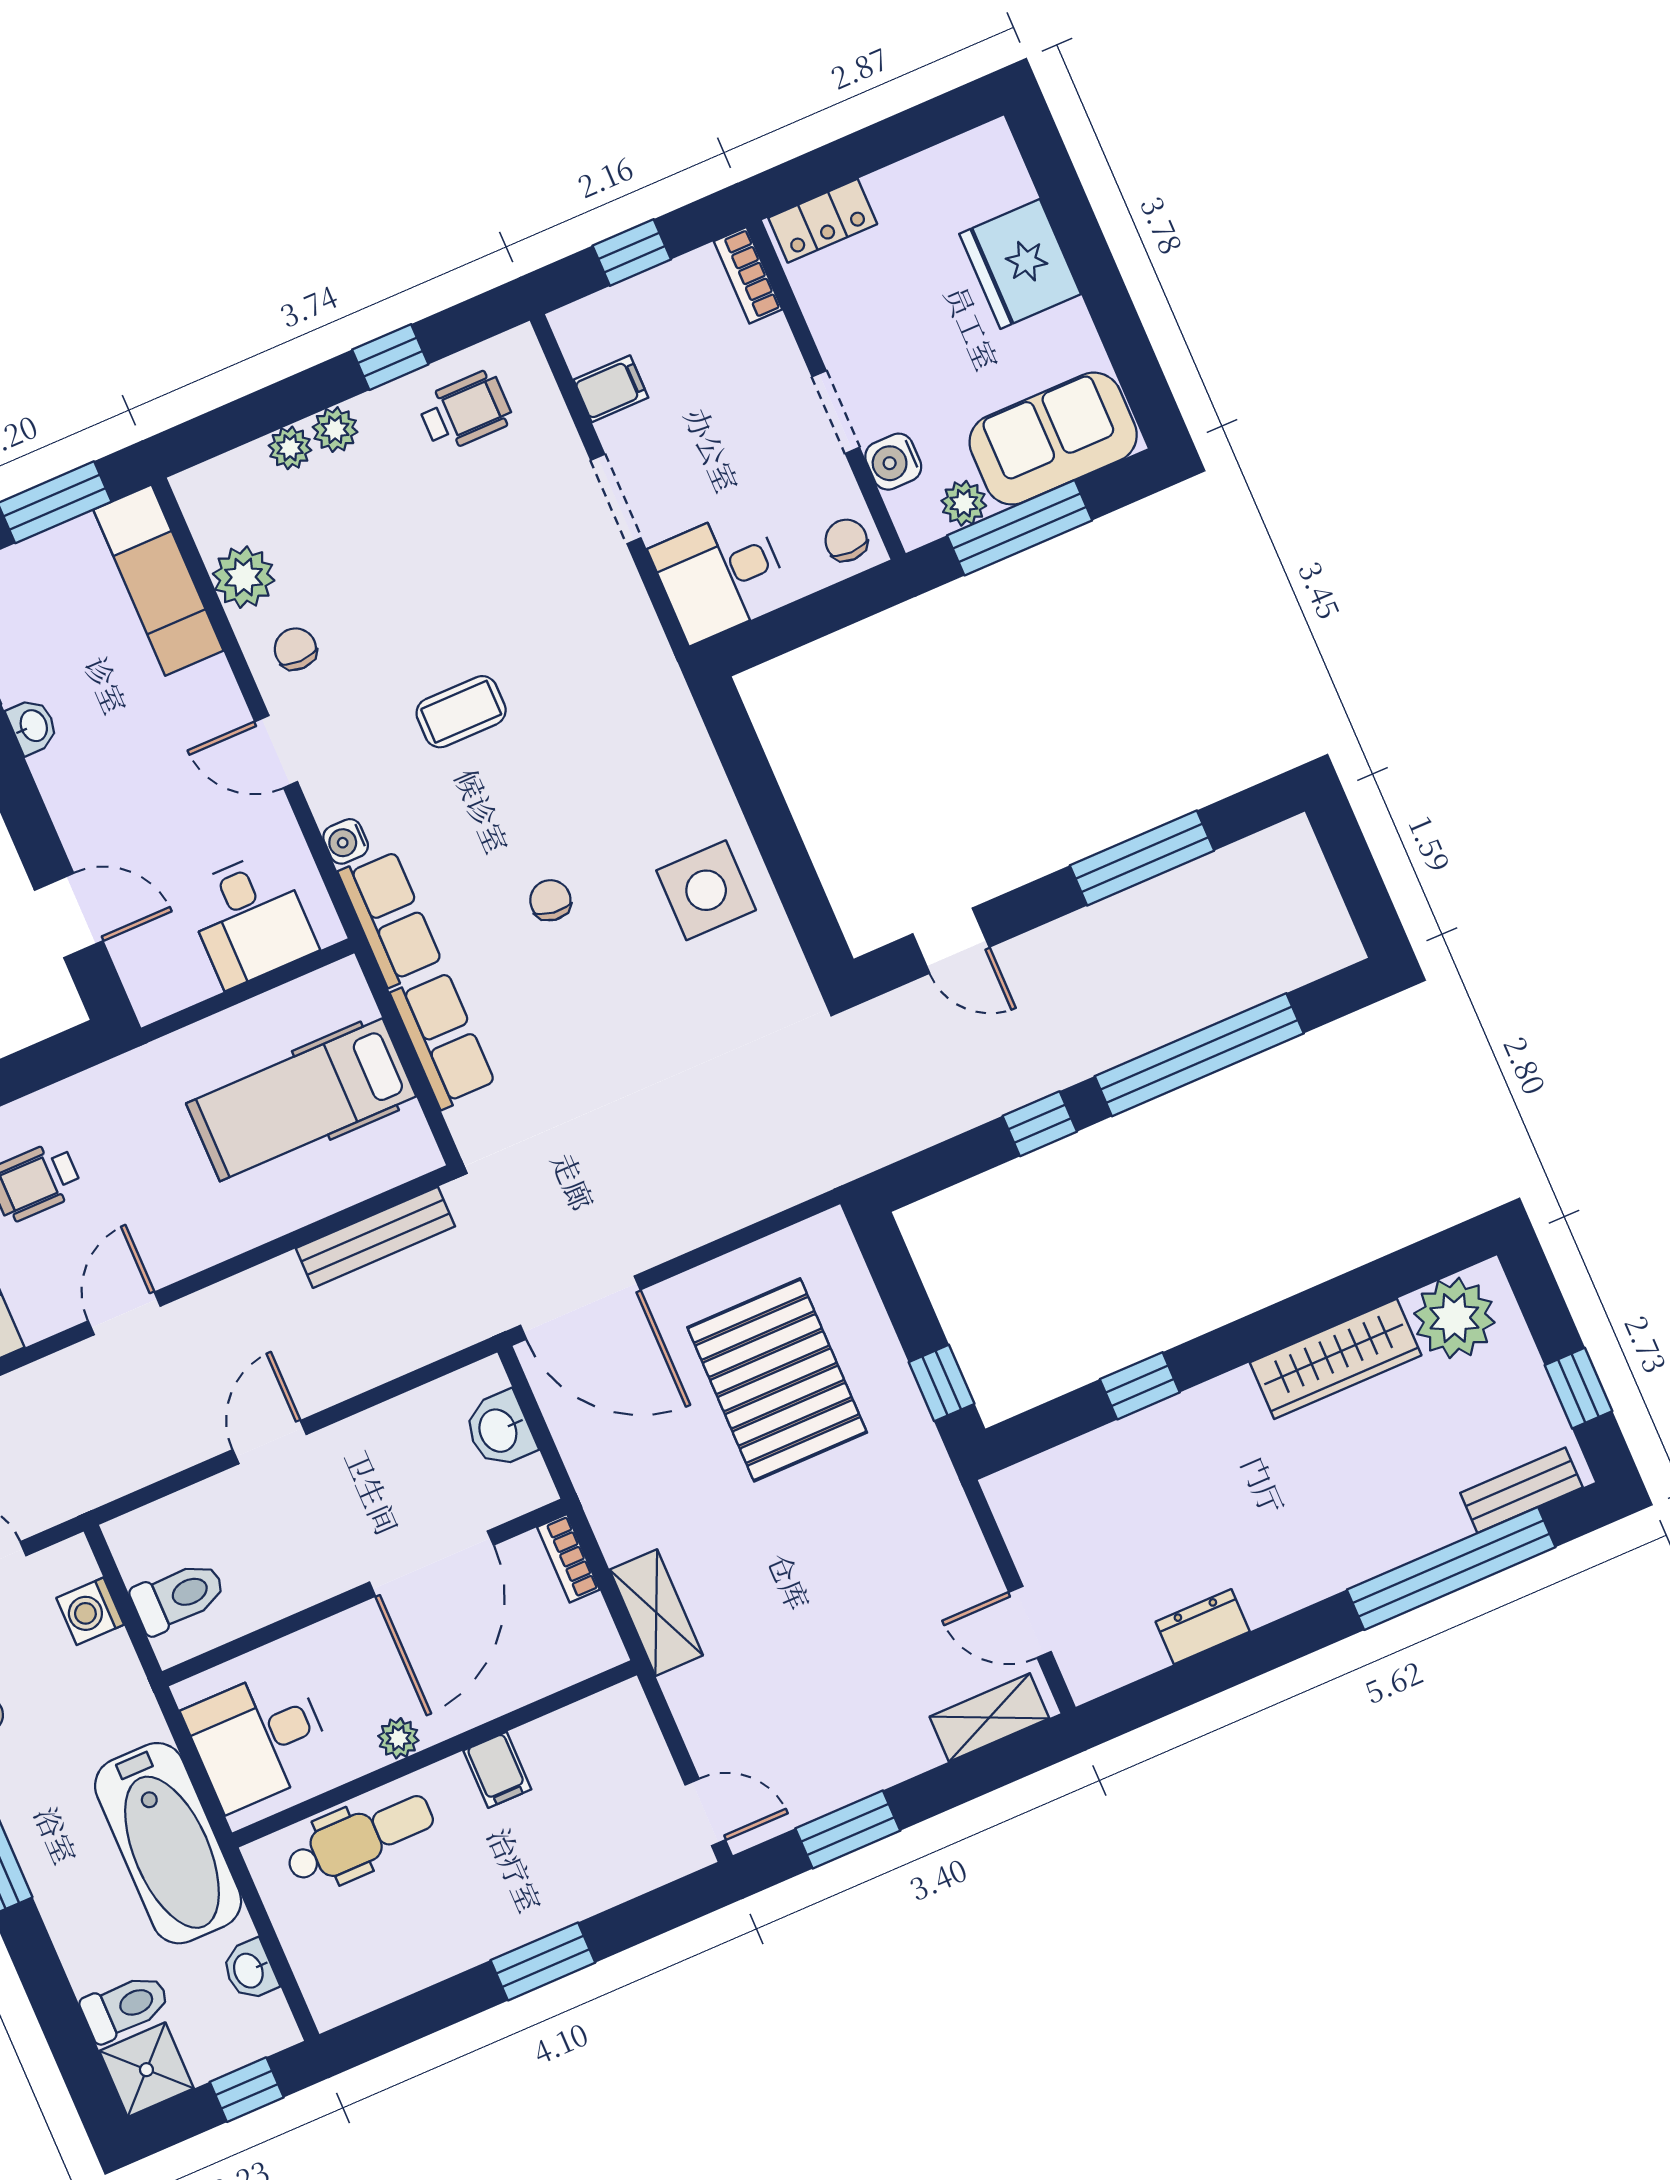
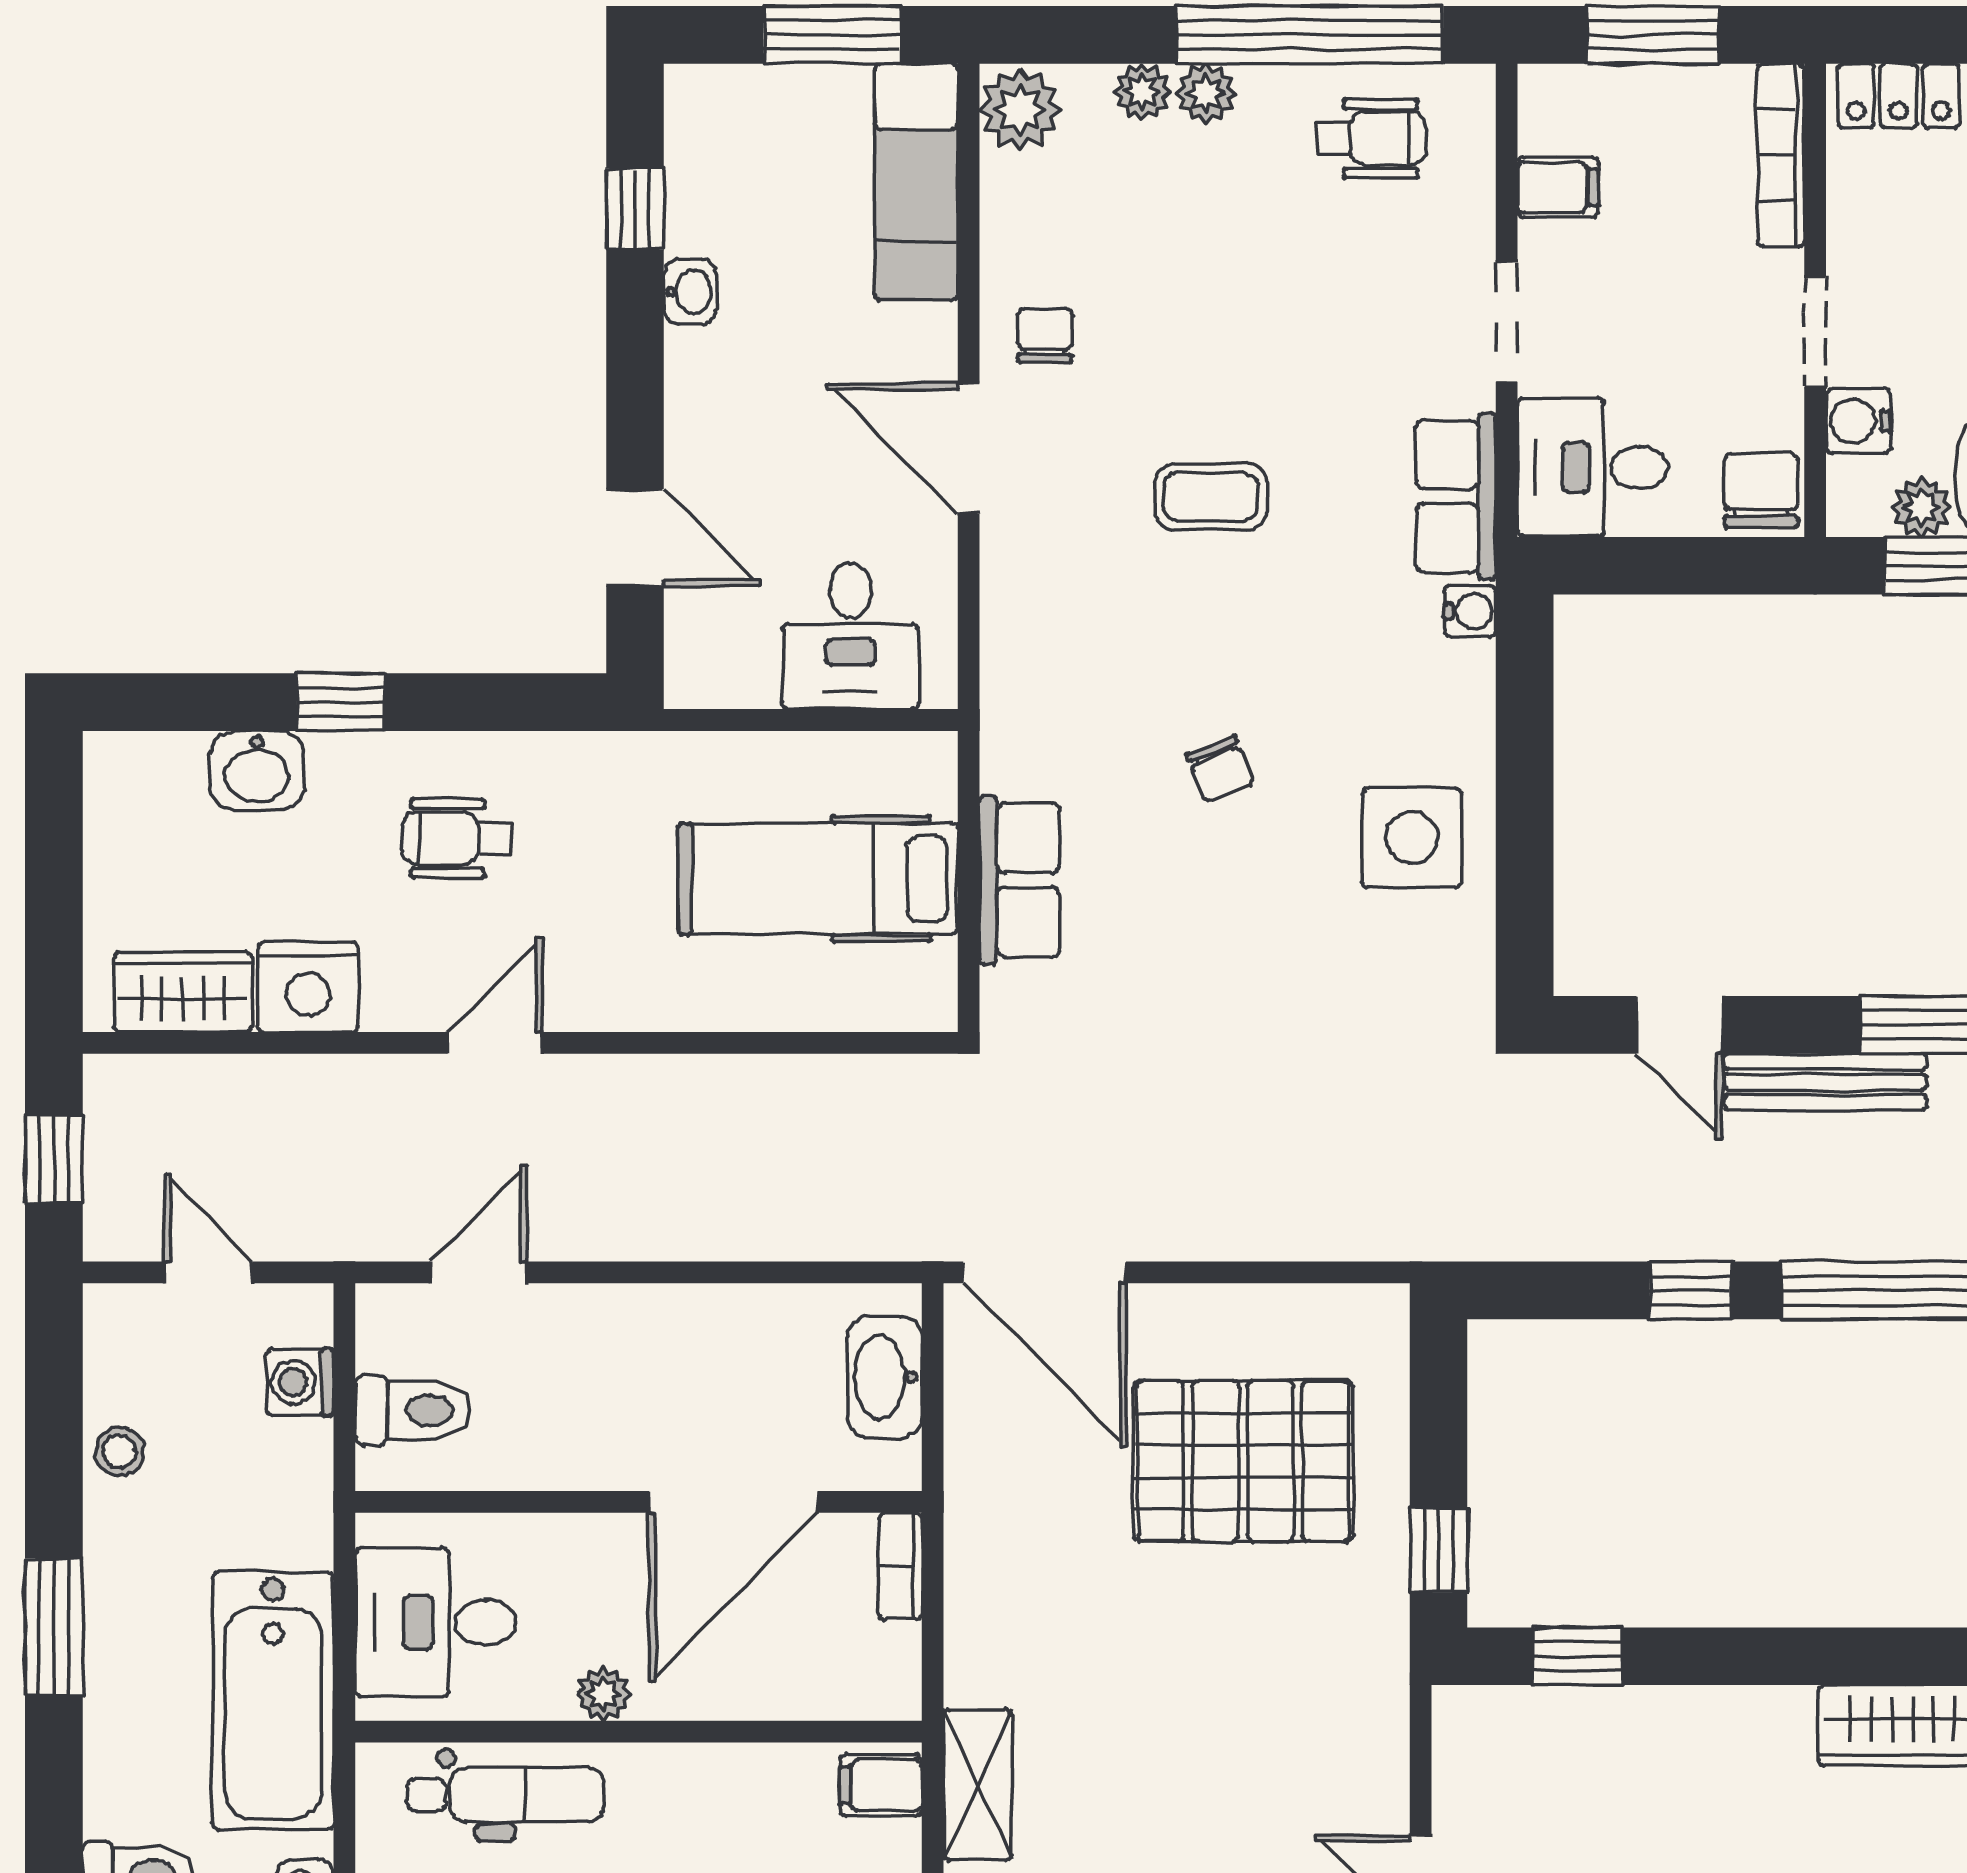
window: (632, 253) -> (1653, 35), width x1.50
bookcase: (748, 275) -> (1781, 155), width x1.56
window: (390, 357) -> (1310, 35), width x3.17
chair: (846, 540) -> (1761, 491), width x1.37, depth x1.37
plant: (244, 577) -> (1020, 109), moved
door: (276, 752) -> (969, 449), width x1.38
water cooler: (346, 841) -> (1470, 611), moved, turned 180
chair: (550, 900) -> (1220, 769), turned 150
row of seats: (390, 918) -> (1456, 496), moved, turned 180
bench: (375, 1237) -> (1825, 1082), moved
pallet: (777, 1380) -> (1243, 1461), turned 90
window: (1140, 1386) -> (1578, 1656), moved
washbasin: (500, 1430) -> (884, 1377), width x1.38
door: (270, 1442) -> (478, 1272), moved
shelving: (656, 1613) -> (978, 1785), moved
filing cabinet: (497, 1770) -> (881, 1785), moved, turned 90

